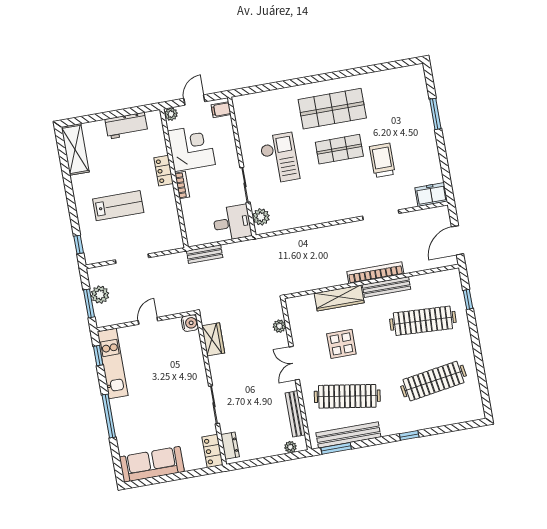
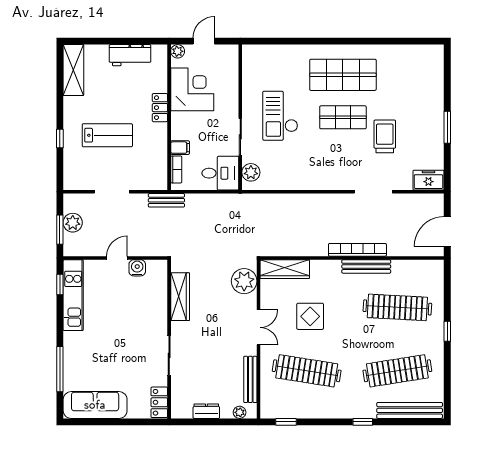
filing cabinet: (221, 110) -> (180, 148), moved, turned 180
window: (435, 114) -> (447, 127), moved
checkout: (279, 158) -> (280, 116), turned 180
bookcase: (182, 185) -> (176, 169), moved
window: (79, 245) -> (60, 139), moved
bench: (205, 254) -> (166, 200), moved
wardrobe: (339, 298) -> (285, 269), moved
window: (468, 299) -> (447, 331), moved
water cooler: (190, 323) -> (137, 268), moved, turned -90
plant: (279, 326) -> (244, 281), width x1.87, depth x1.87
wardrobe: (213, 339) -> (180, 297), width x1.50
double door: (294, 363) -> (259, 327), swing flipped
window: (109, 416) -> (60, 369), moved
bench: (348, 435) -> (410, 410), moved
dresser: (230, 446) -> (206, 411), moved, turned -90
window: (336, 448) -> (286, 422), width x0.67

